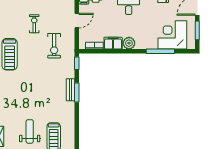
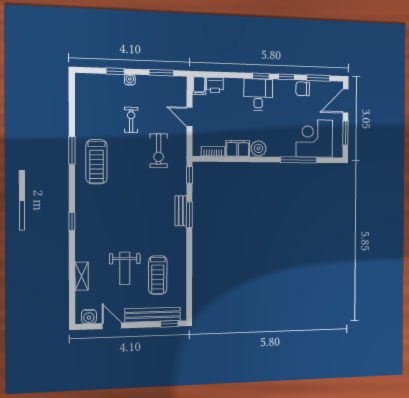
door: (77, 21) -> (190, 117), swing flipped
weight bench: (30, 131) -> (125, 268), turned 180

